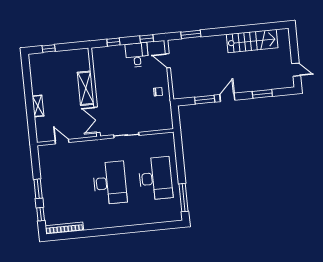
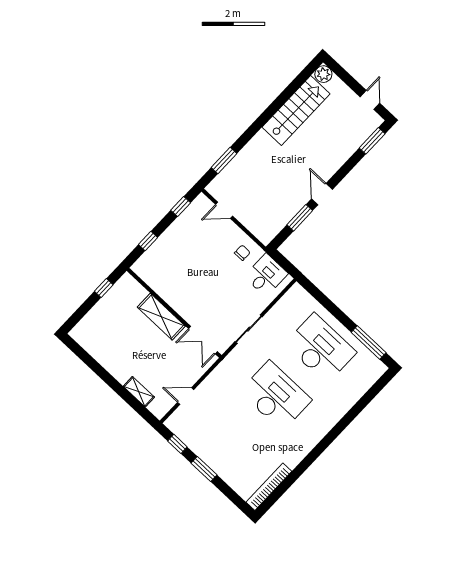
plant: (283, 34) -> (323, 74), added
window: (49, 49) -> (104, 288), moved
desk: (137, 55) -> (266, 275), moved, turned 90
door: (296, 70) -> (370, 100), hinge flipped
window: (262, 94) -> (372, 141), moved
shelving: (38, 106) -> (139, 392), moved
window: (41, 214) -> (177, 444), moved

